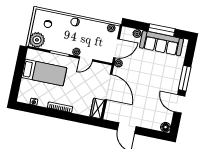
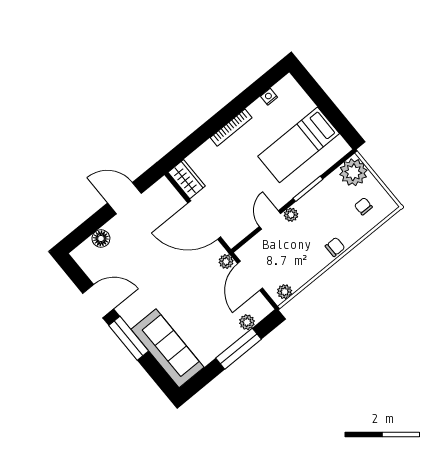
window: (162, 30) -> (239, 349), moved
sofa: (162, 43) -> (167, 348), moved, turned 90
floor lamp: (166, 127) -> (101, 238), moved

